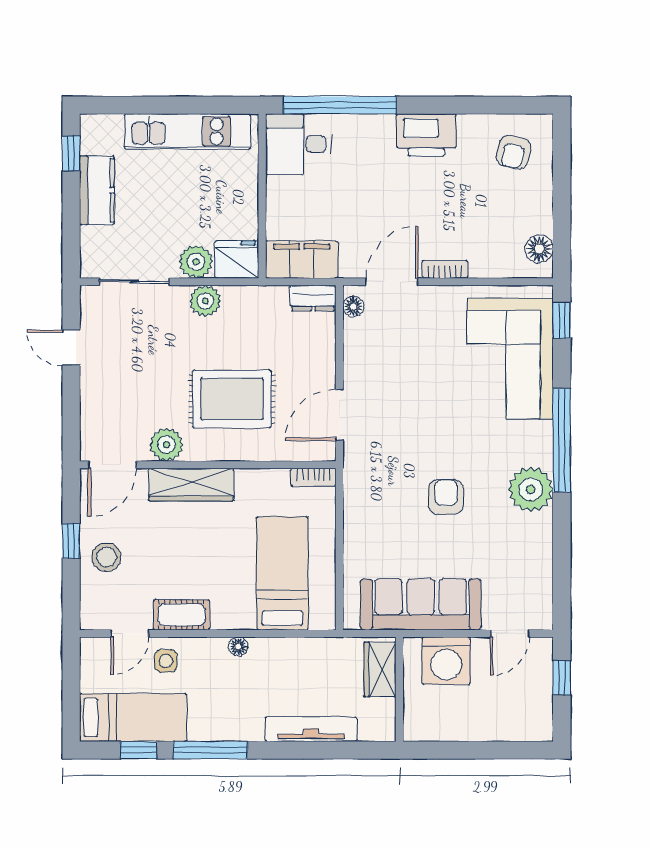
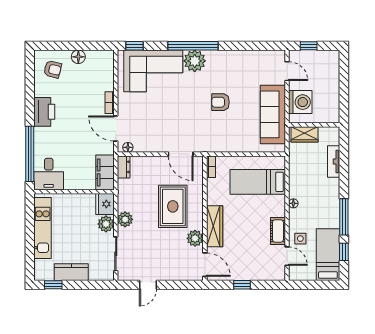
floor lamp: (539, 249) -> (78, 57), moved
plant: (531, 489) -> (195, 61), moved
stool: (106, 557) -> (250, 267), removed
tv unit: (311, 729) -> (334, 161), width x0.71

